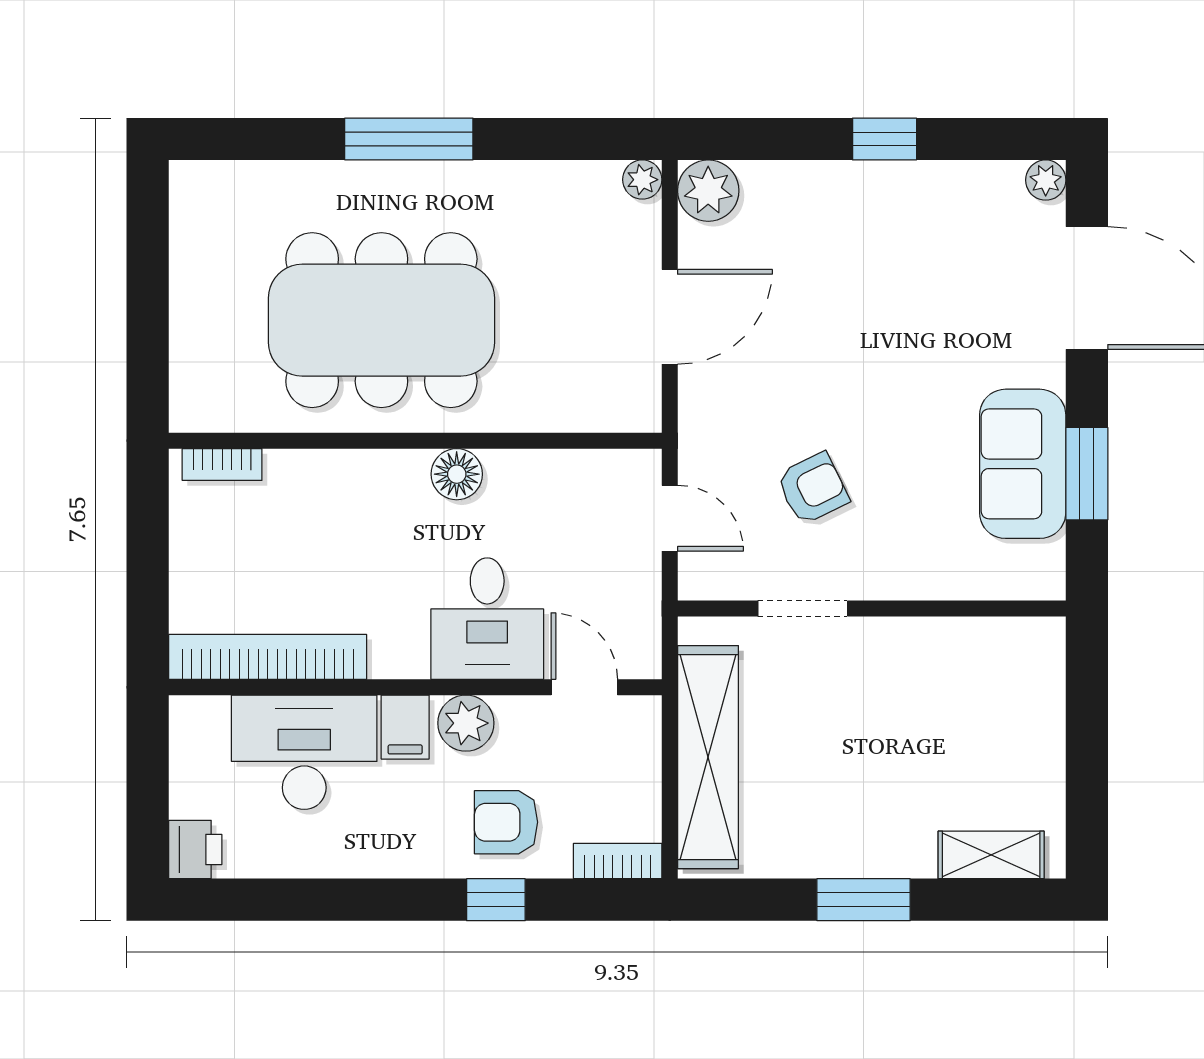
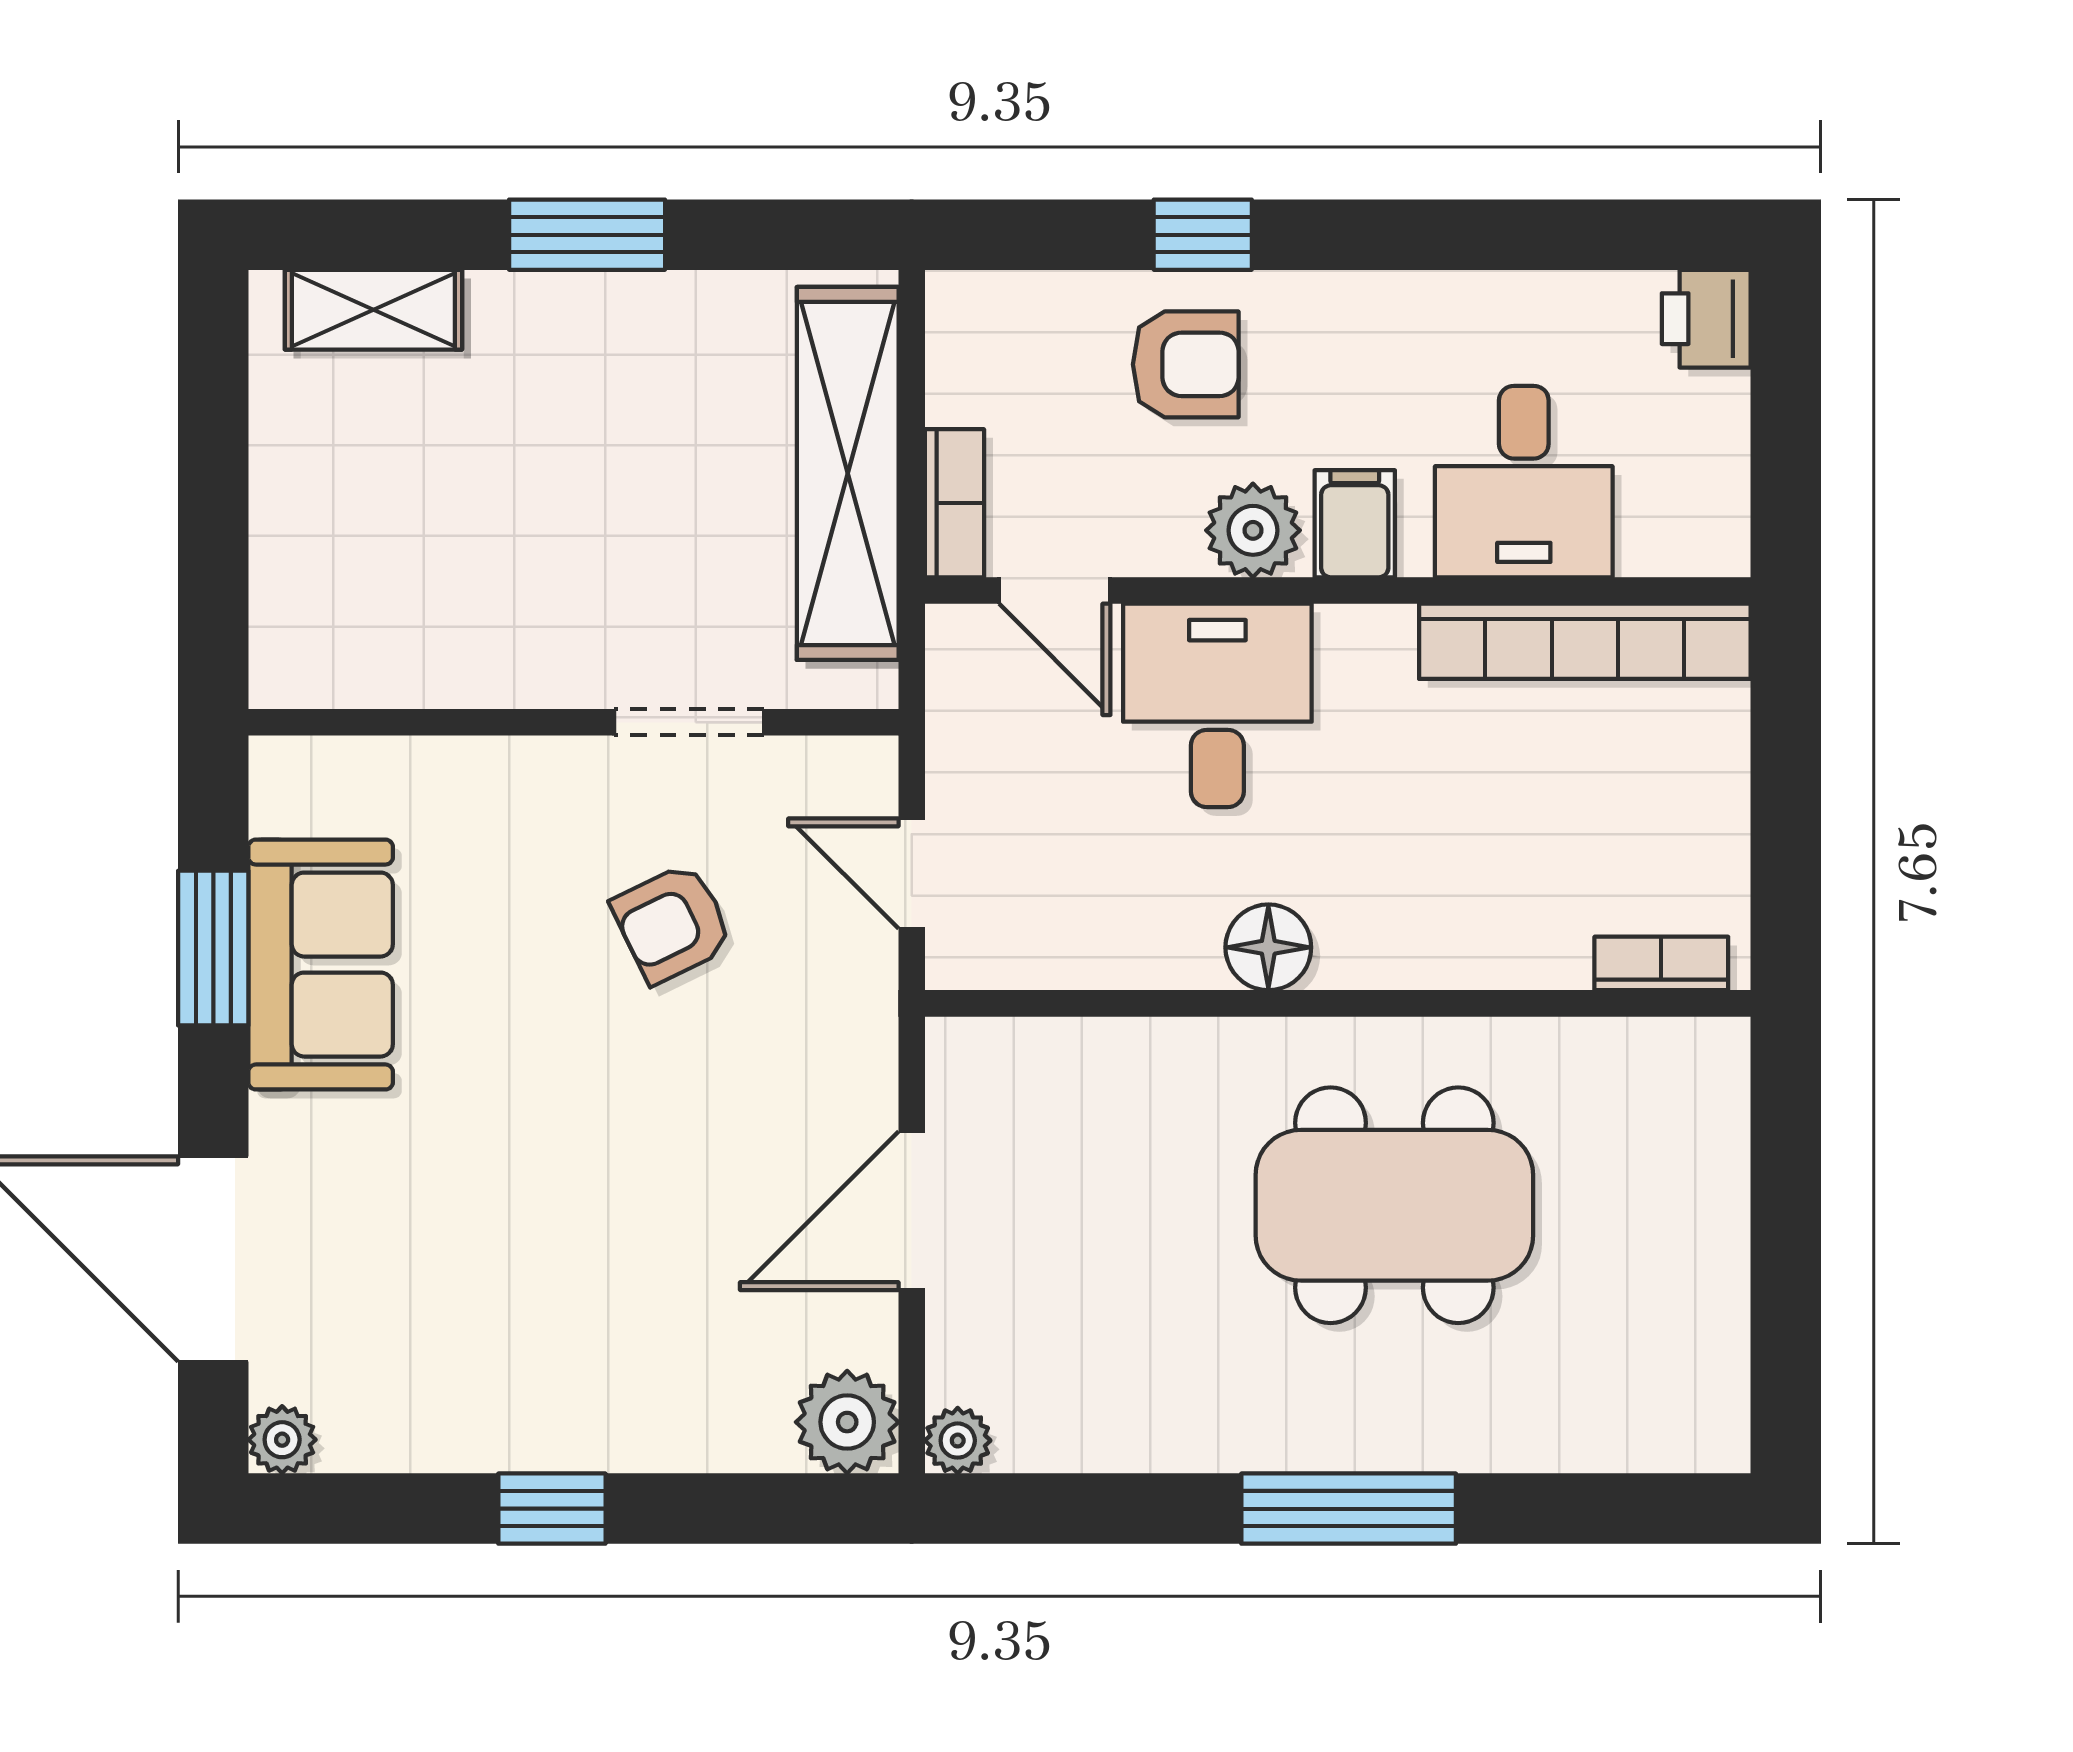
dining table: (381, 320) -> (1394, 1205), width x0.73, depth x0.80
desk: (304, 752) -> (1524, 482), width x0.73
bookcase: (618, 861) -> (954, 503), moved, turned -90

